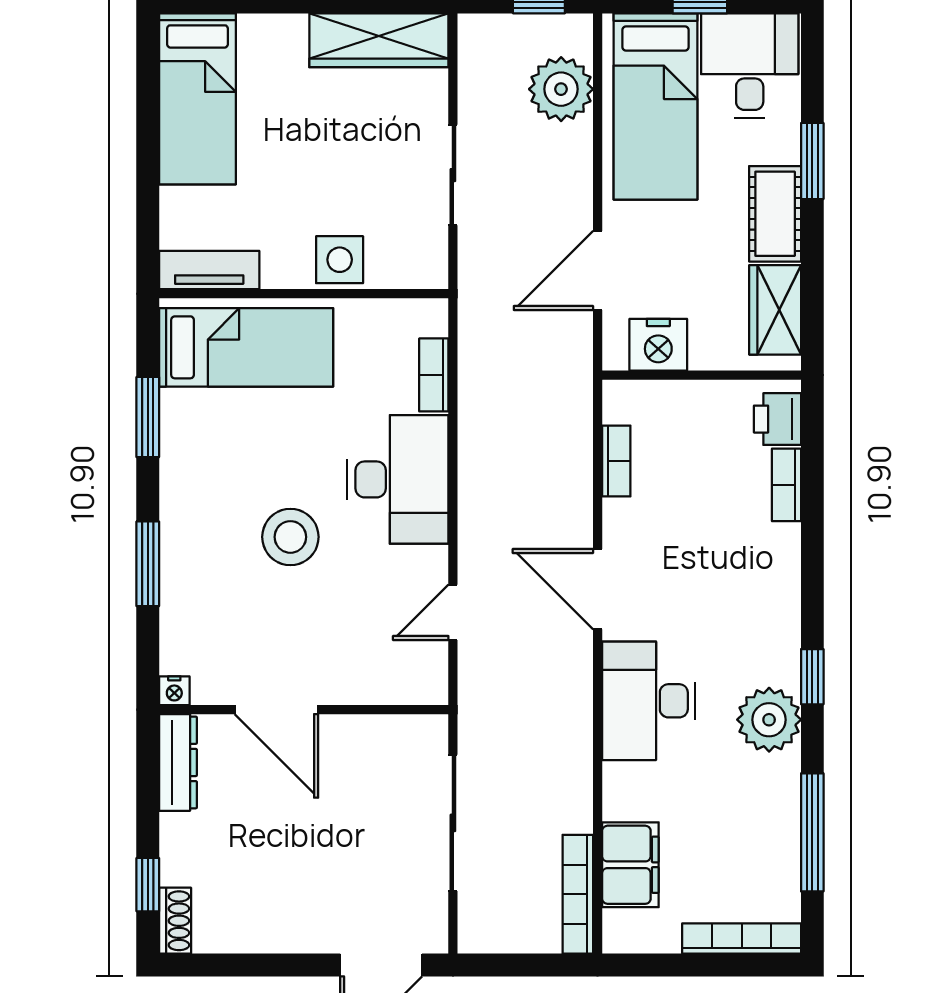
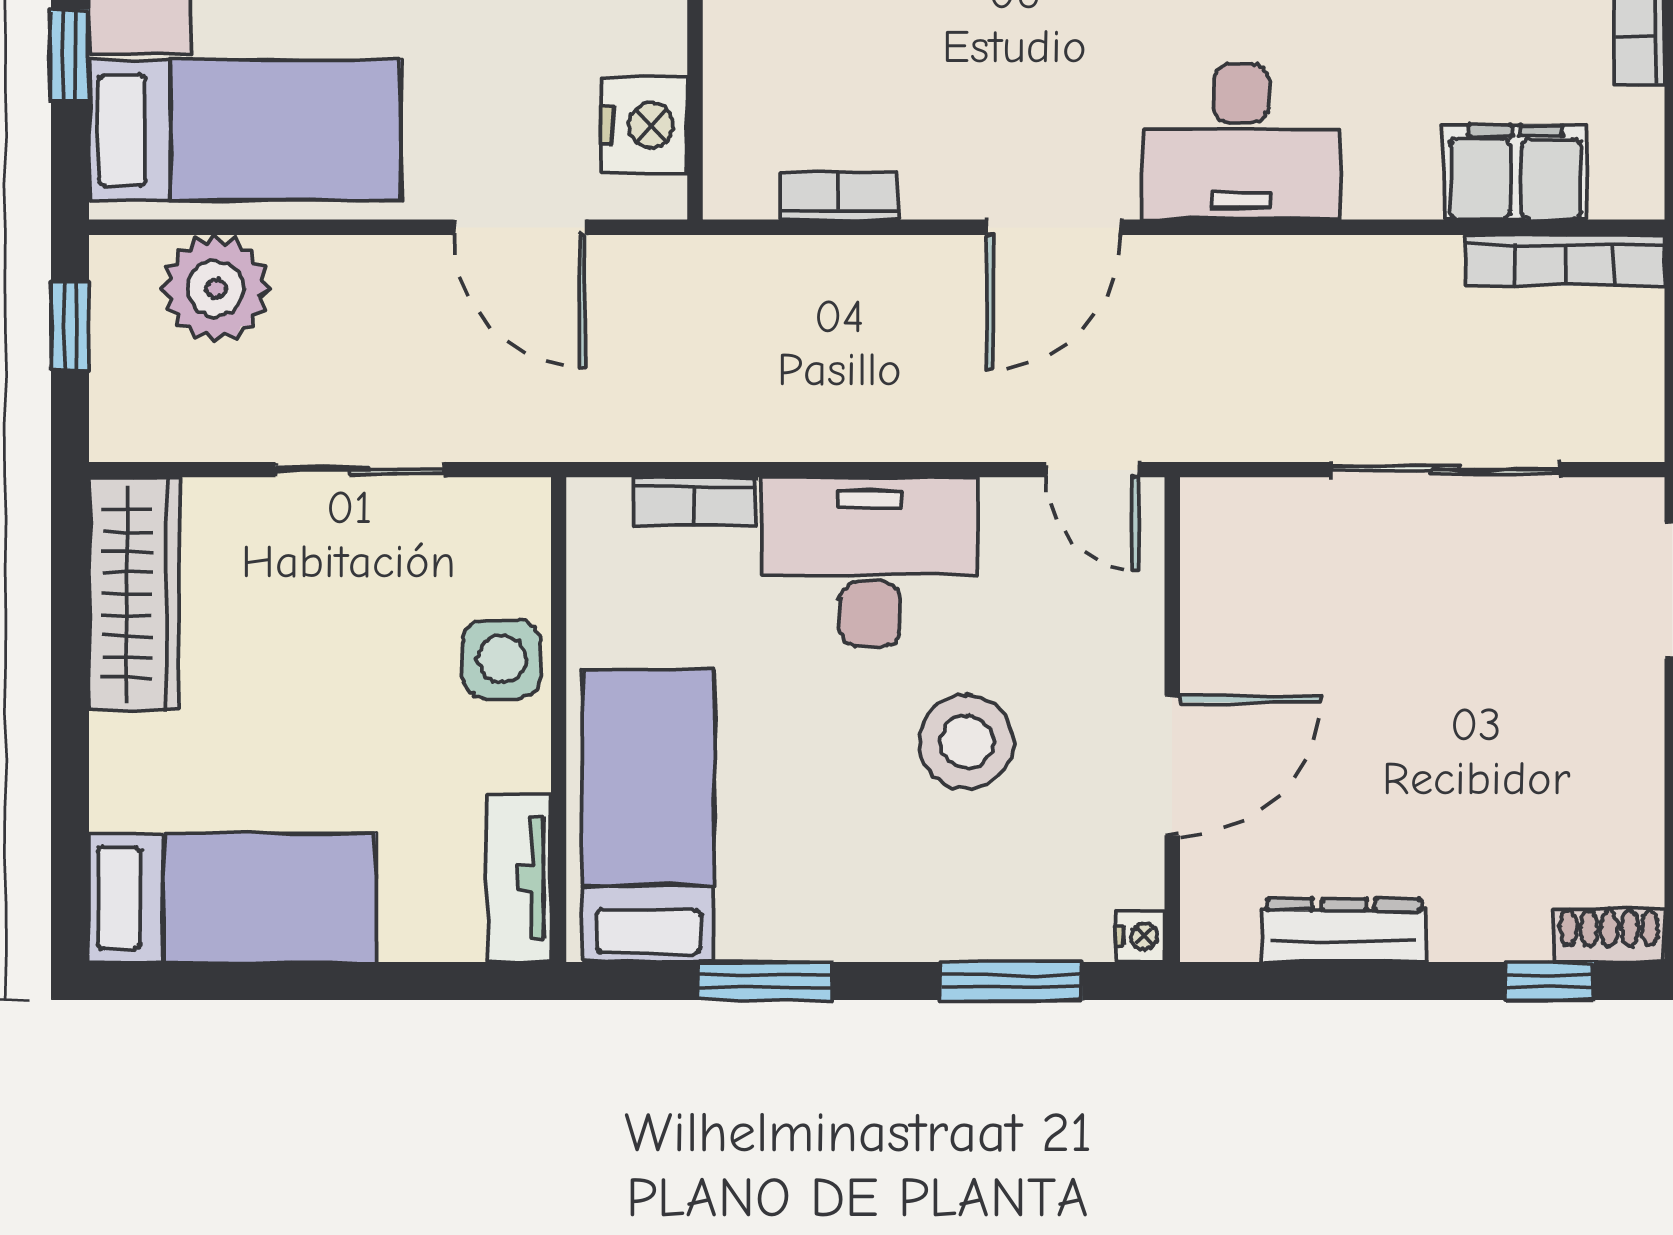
nightstand: (174, 691) -> (1140, 937), moved
door: (276, 710) -> (1172, 765), moved
wall: (304, 710) -> (1172, 720), moved

